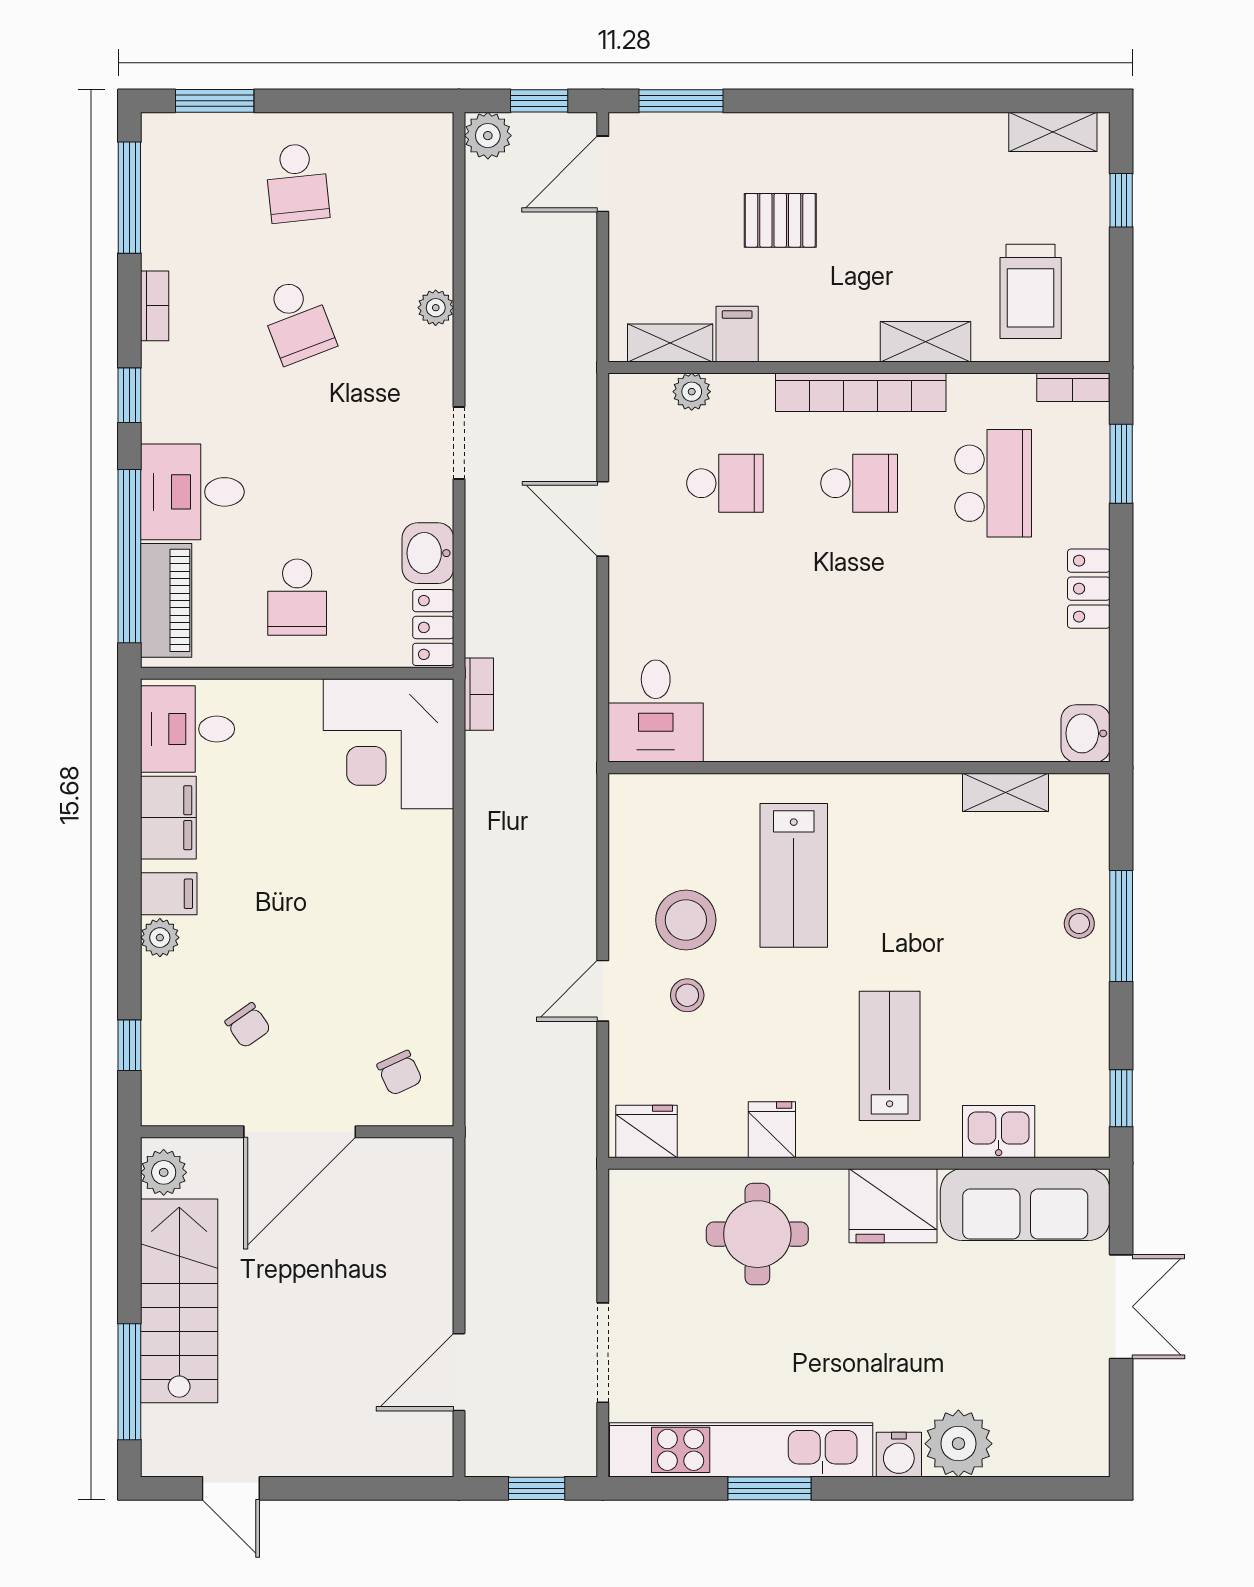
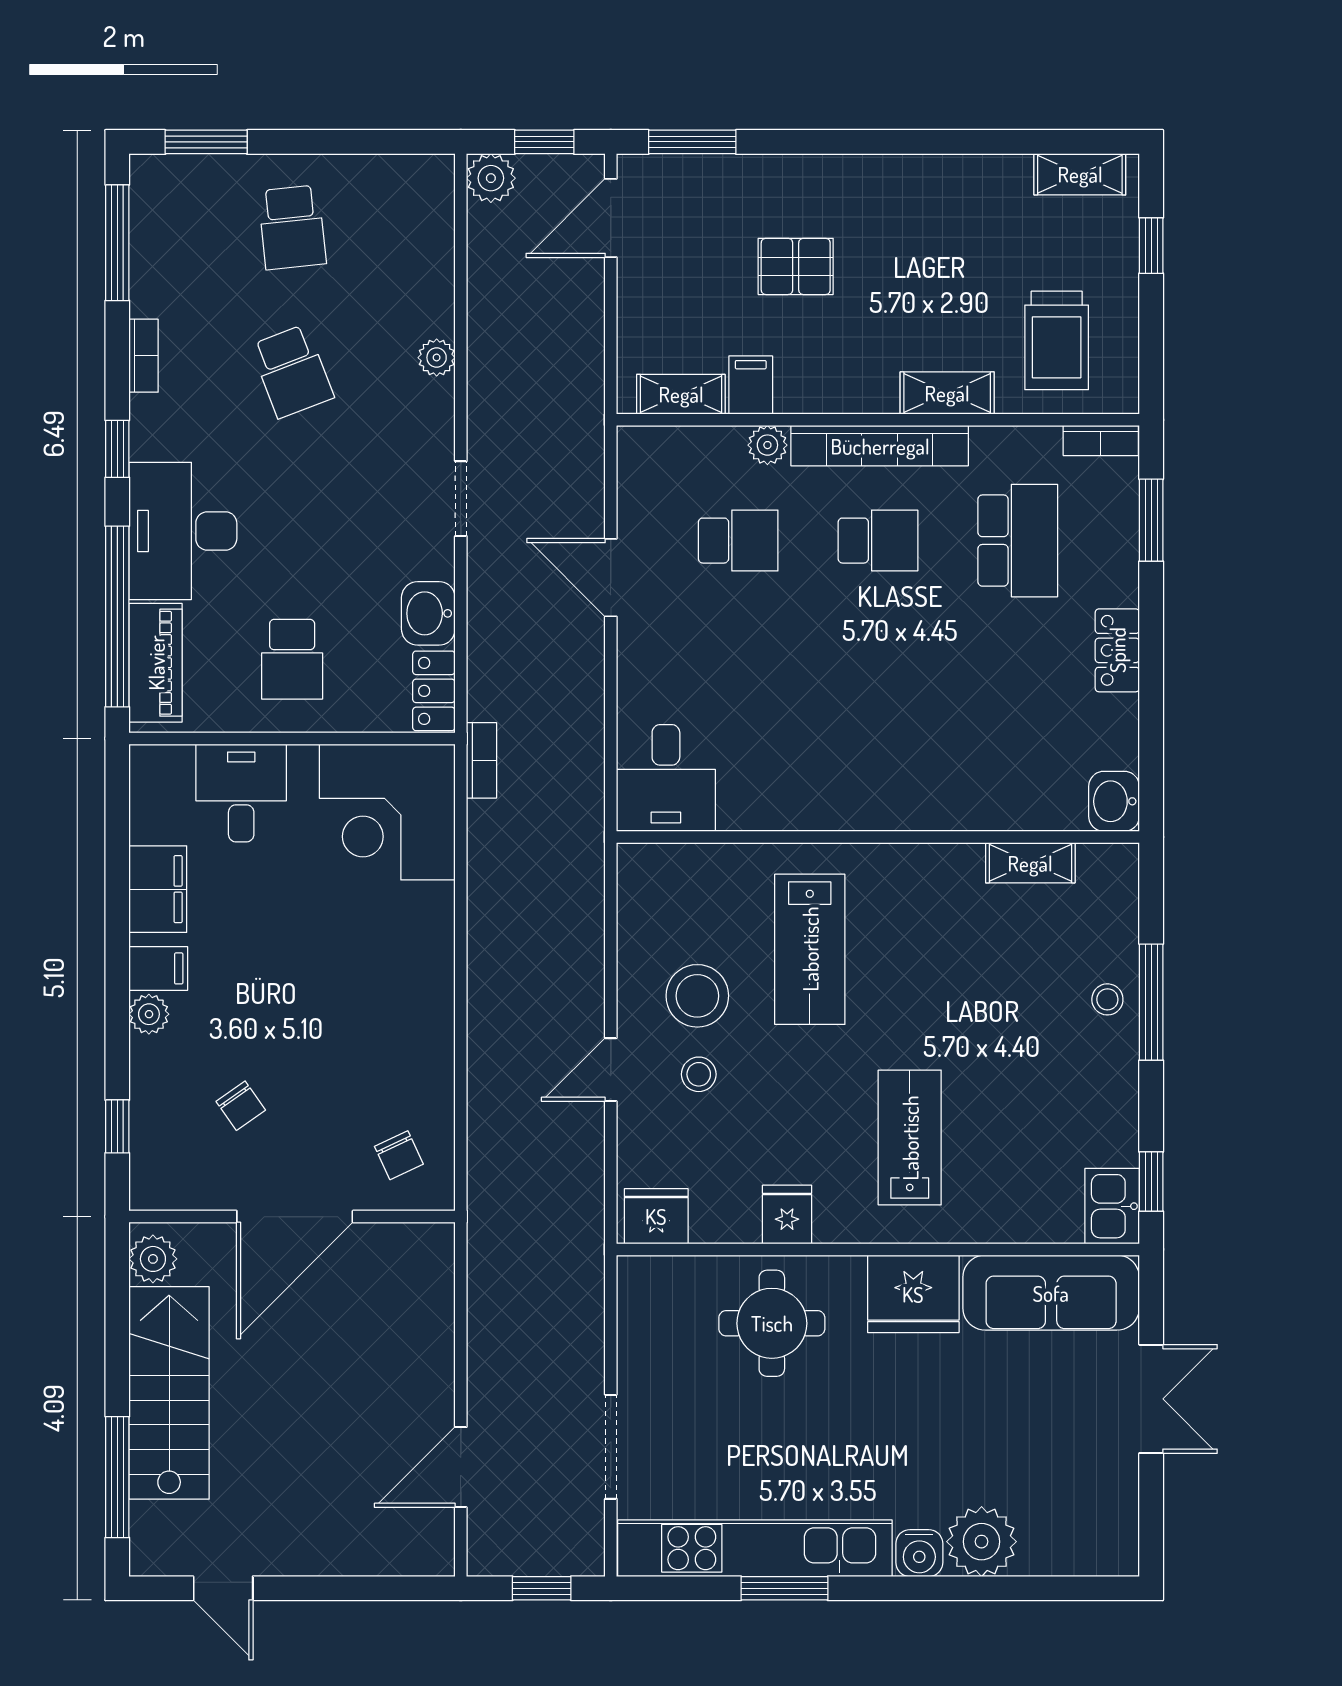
plant: (692, 392) -> (767, 445), moved
desk: (192, 492) -> (183, 531), width x1.37
desk: (188, 729) -> (241, 793), moved, turned 90
kitchen sink: (999, 1132) -> (1112, 1206), moved, turned -90

